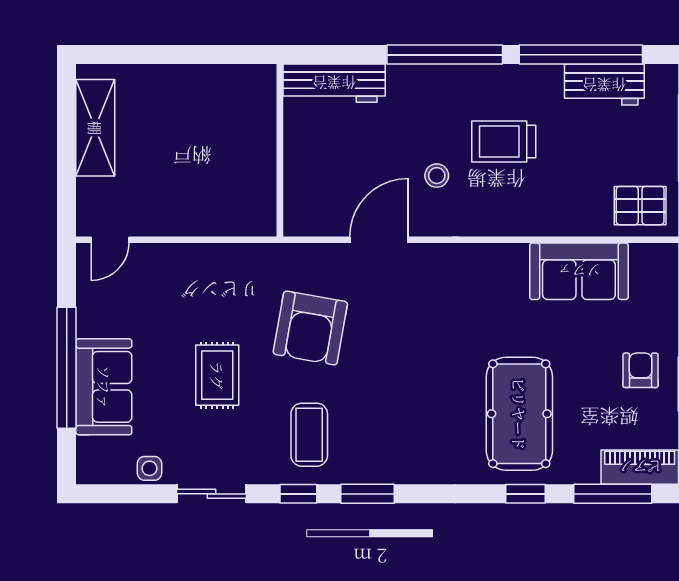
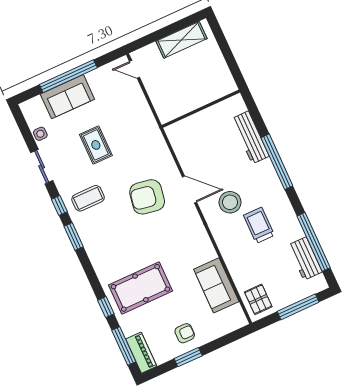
window: (445, 55) -> (277, 162), moved
wall: (280, 150) -> (201, 109), moved
stool: (437, 176) -> (230, 202), width x1.89, depth x1.89
armchair: (310, 328) -> (147, 197), moved
rug: (217, 375) -> (96, 145), turned 90

